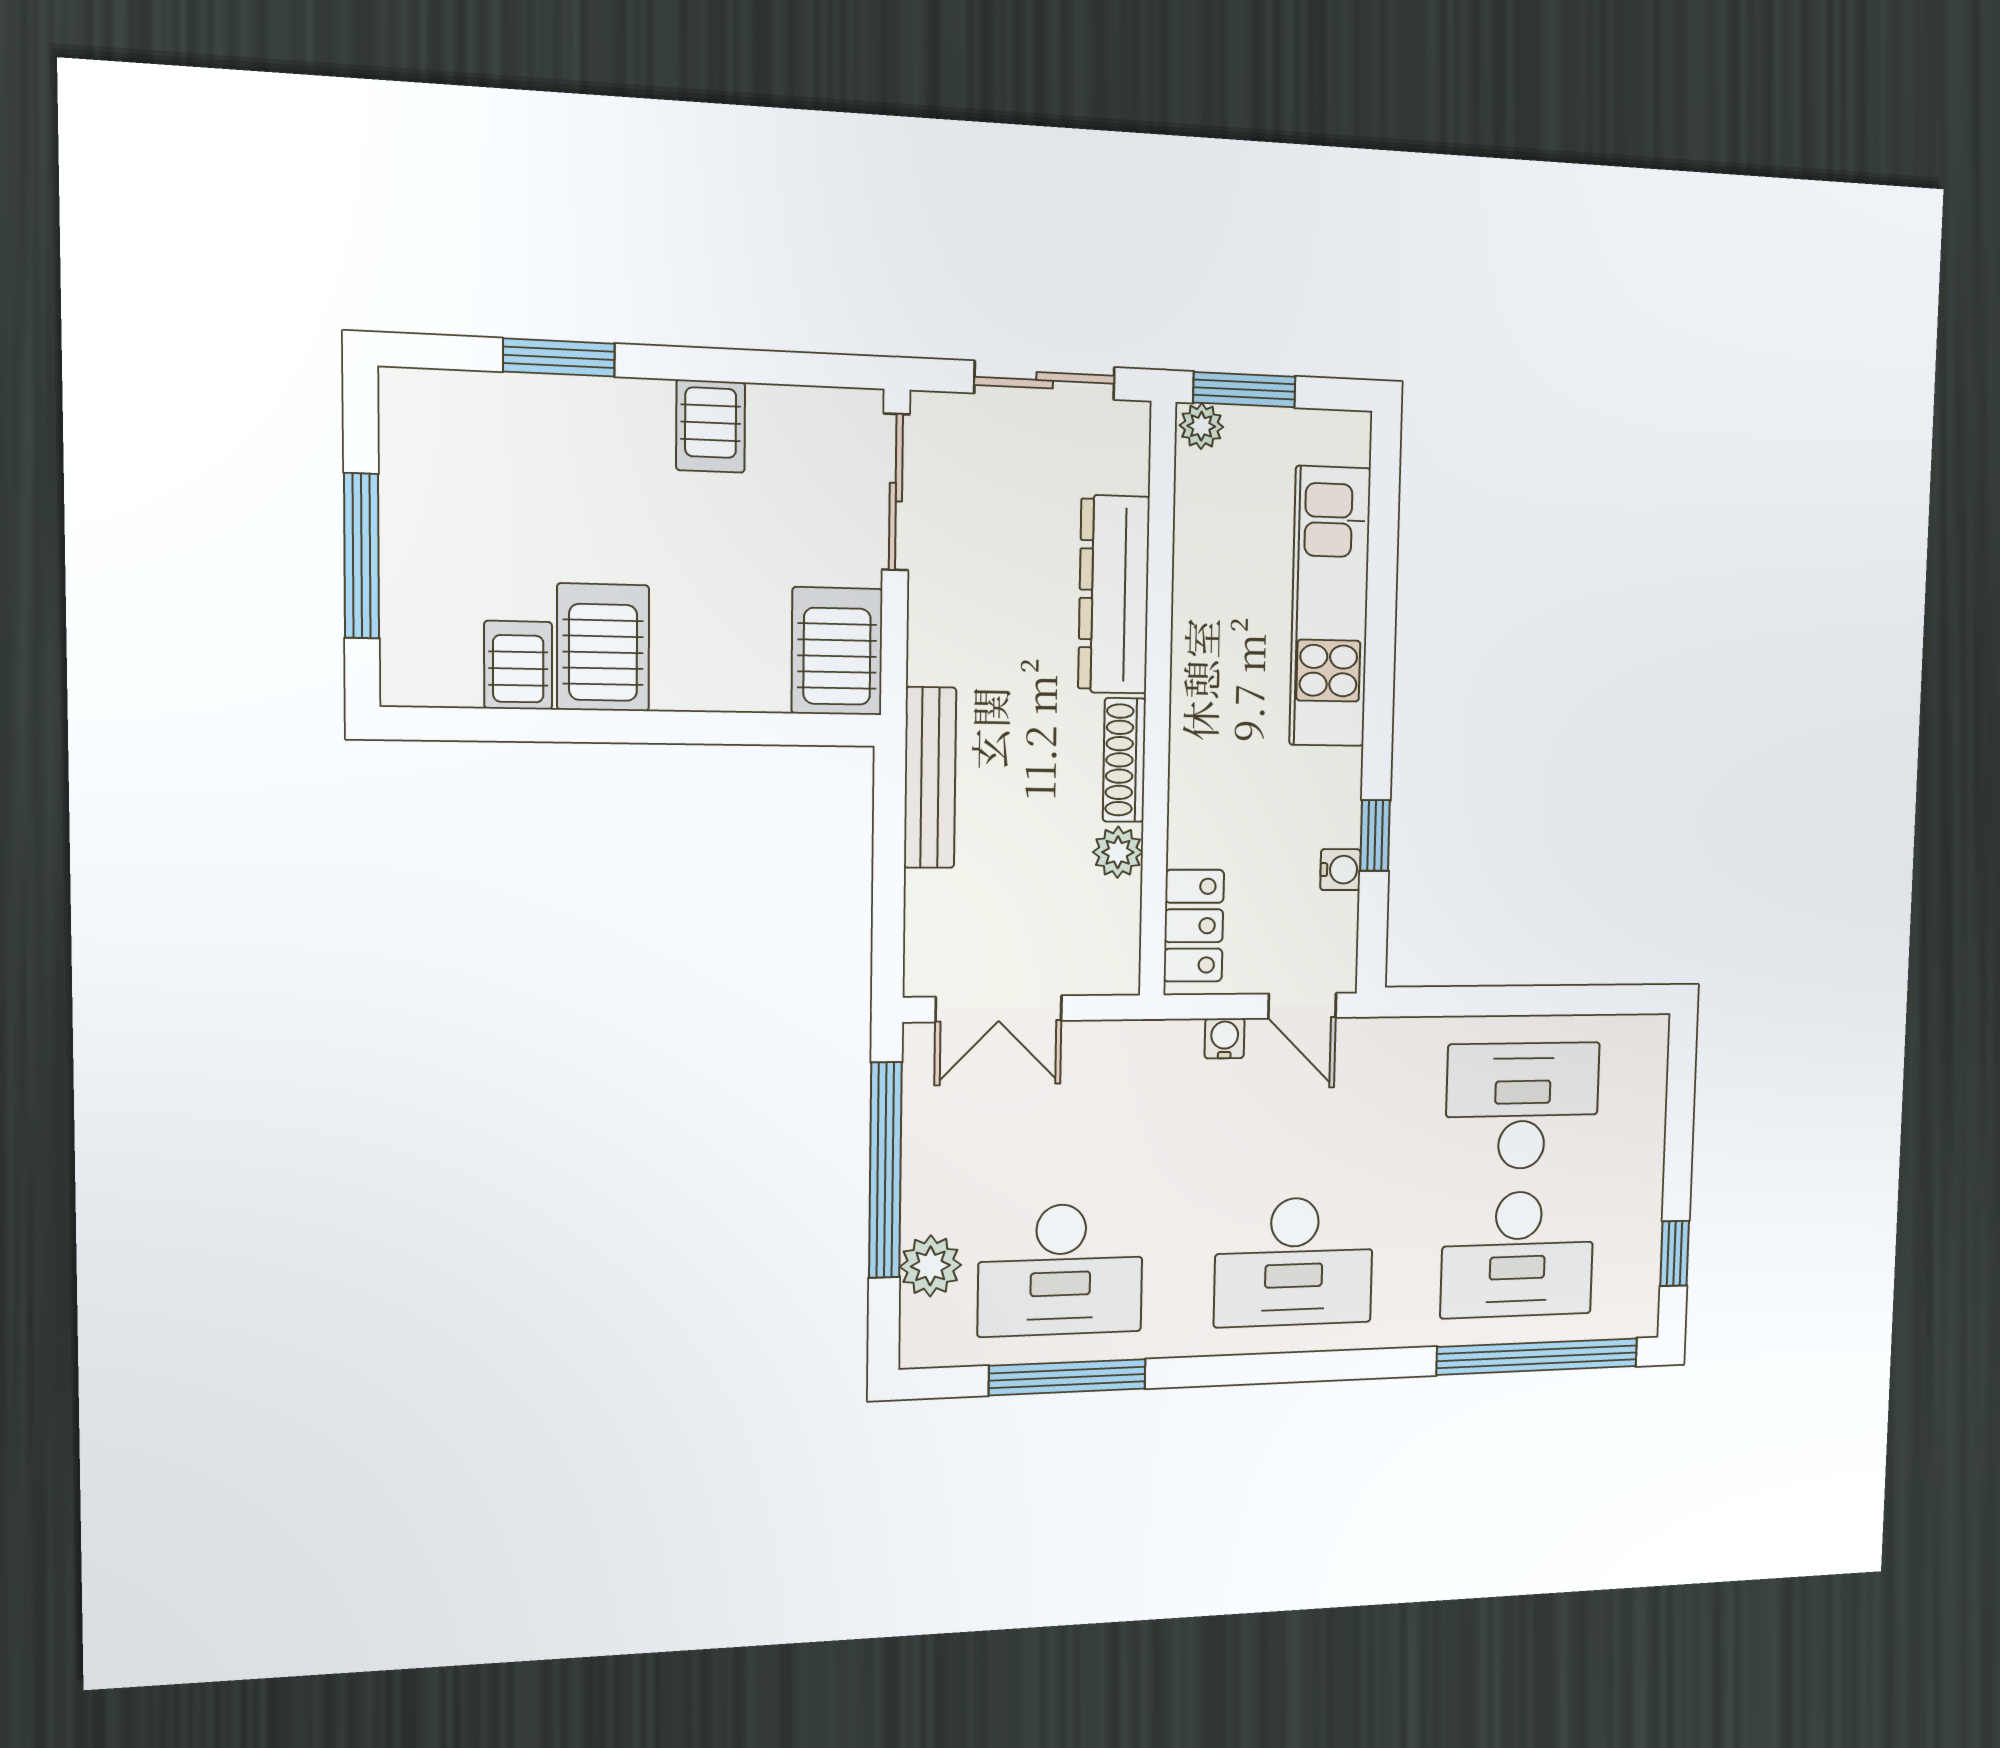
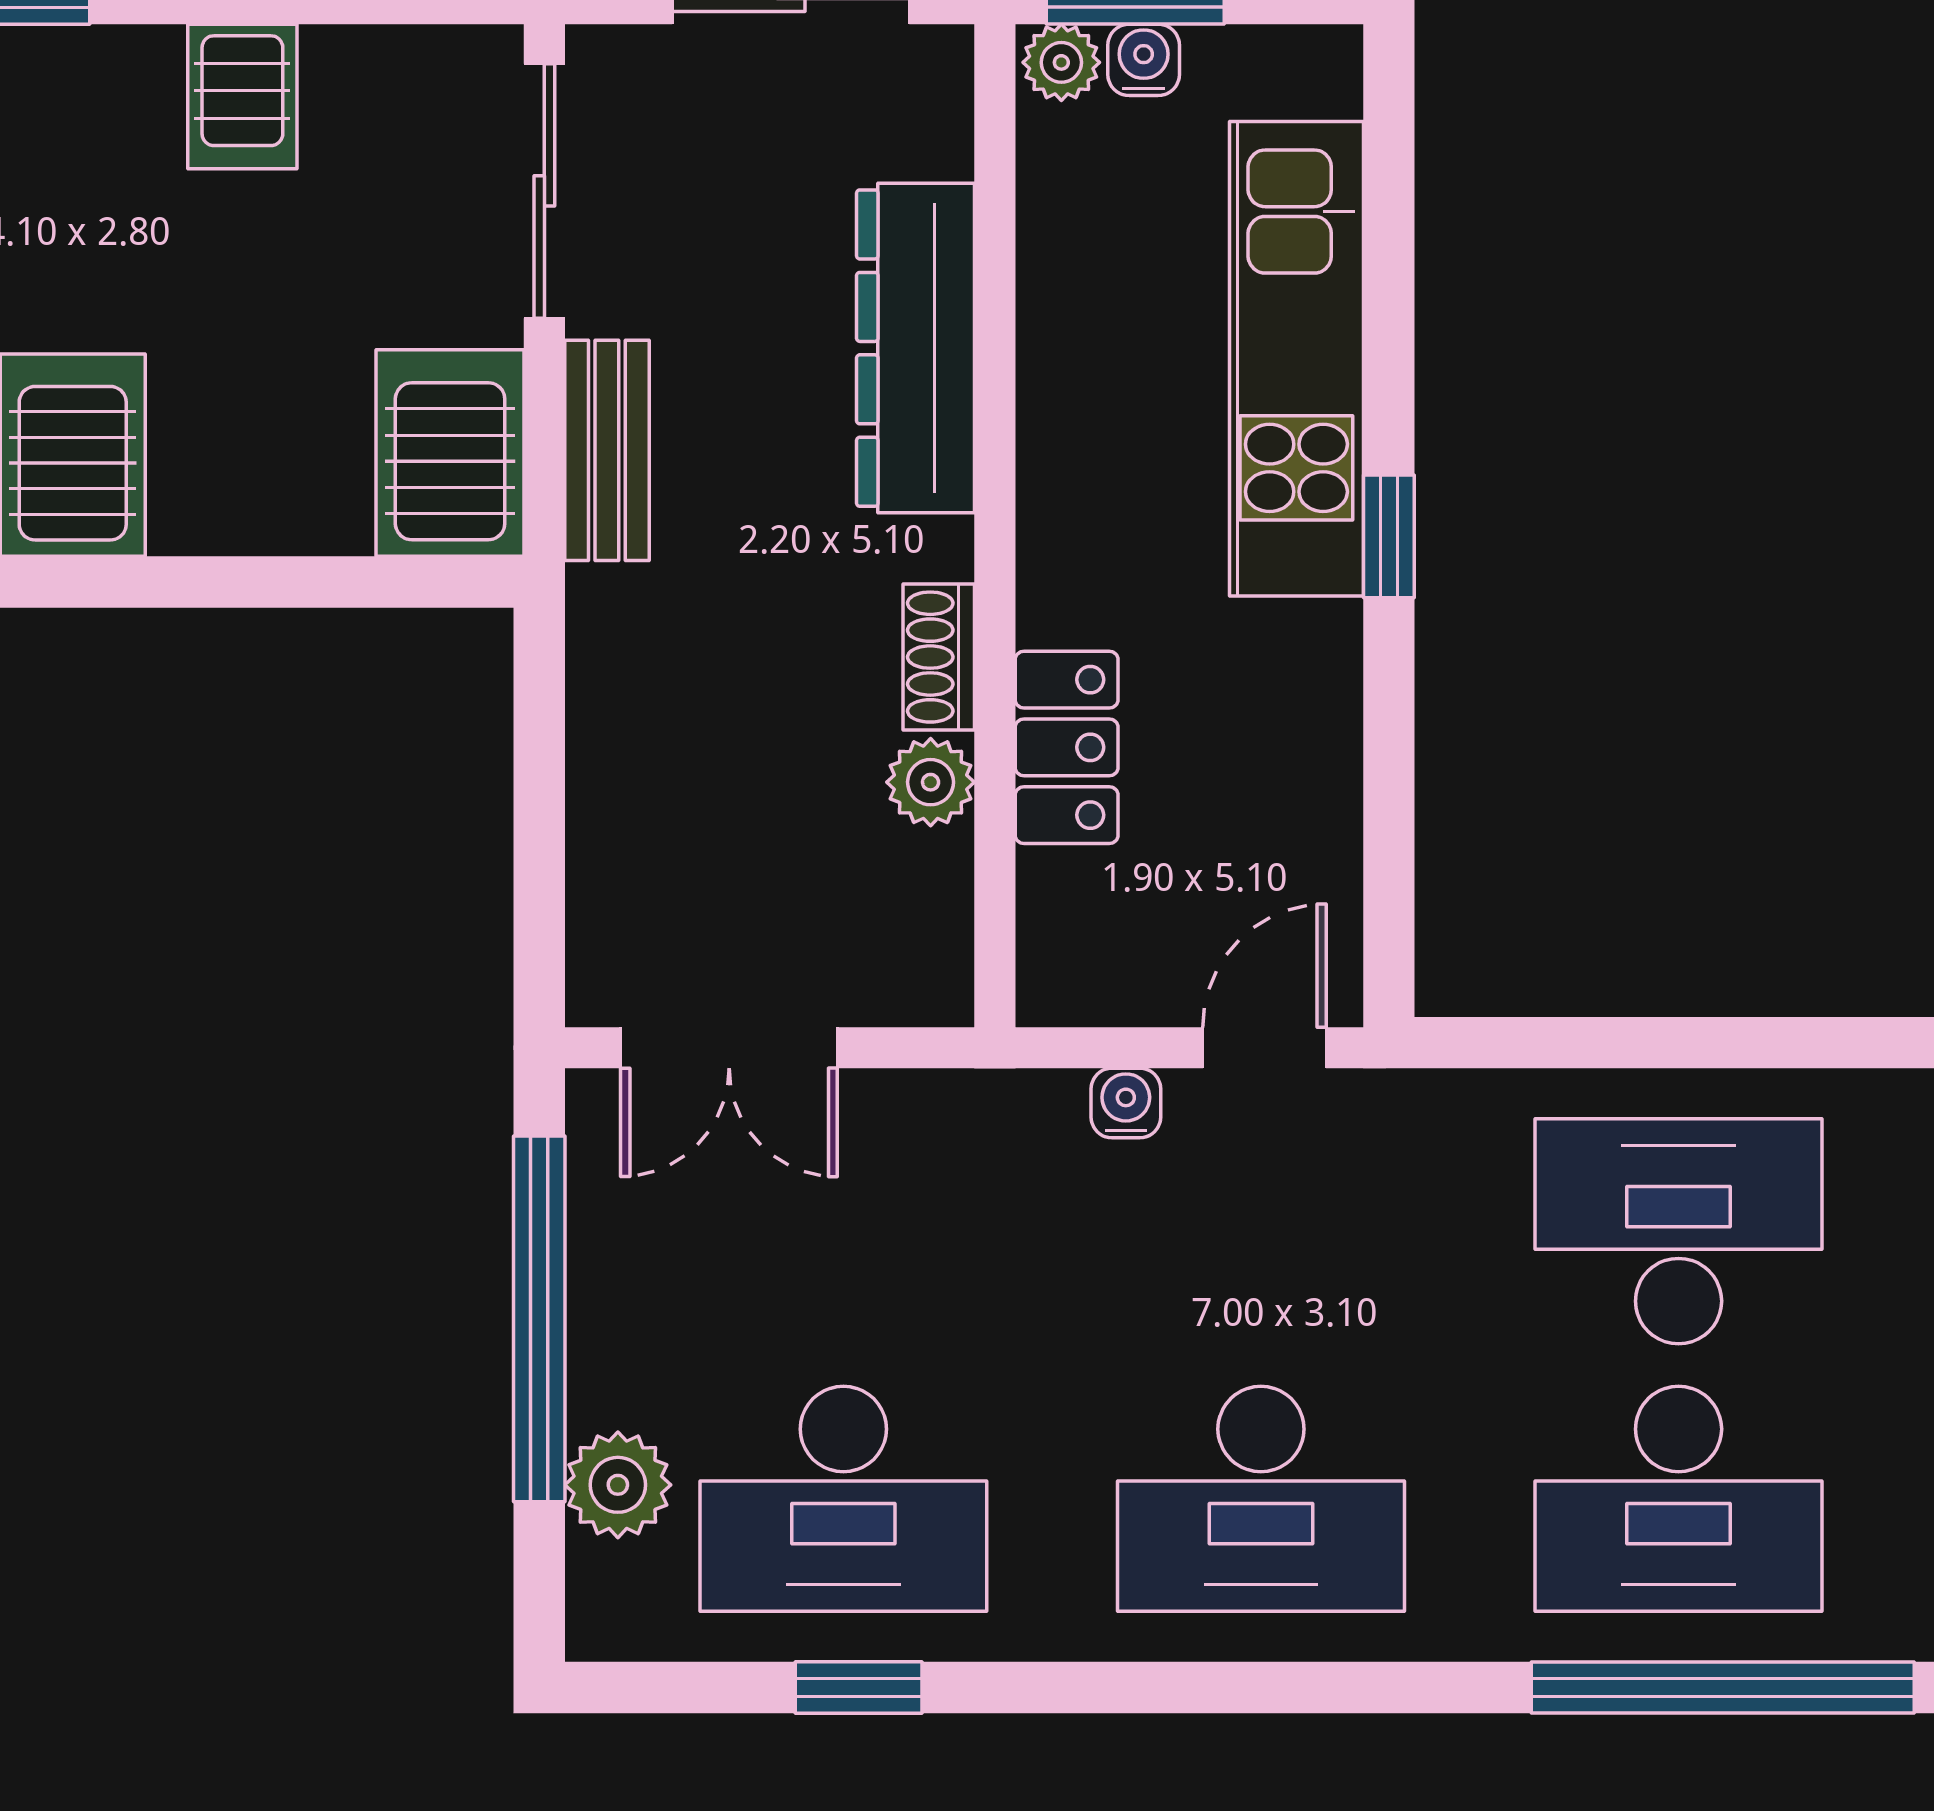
shoe rack: (1124, 760) -> (939, 657), width x0.70
bench: (930, 778) -> (607, 450), moved, width x0.73
window: (1375, 836) -> (1389, 536), moved
water cooler: (1340, 870) -> (1144, 60), moved, turned -90
locker: (1194, 926) -> (1067, 747), moved
door: (1302, 1006) -> (1265, 1048), swing flipped
window: (1067, 1377) -> (859, 1688), width x0.46

